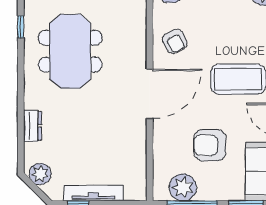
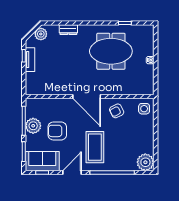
armchair: (210, 145) -> (57, 131), turned -90
plant: (183, 187) -> (33, 126), moved
tv unit: (93, 193) -> (30, 60), width x0.71

